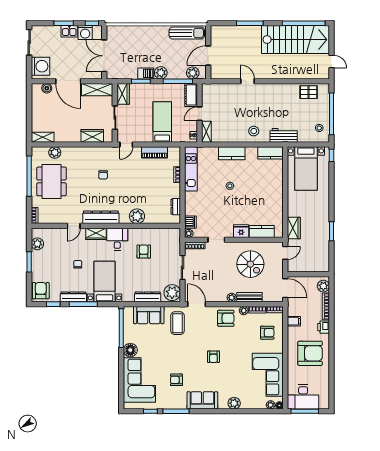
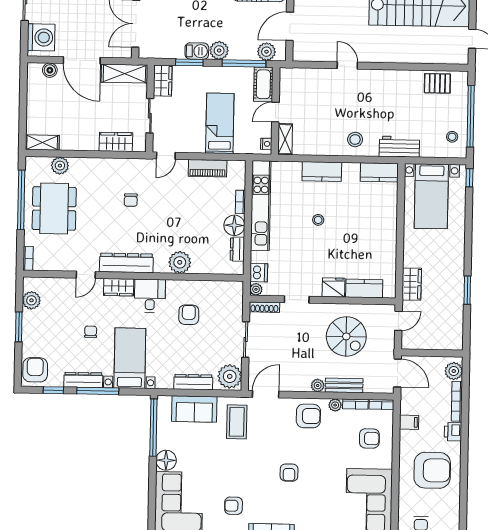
kitchen unit: (191, 169) -> (261, 206), width x1.36
floor lamp: (173, 191) -> (234, 225), added
door: (197, 304) -> (266, 394), hinge flipped

